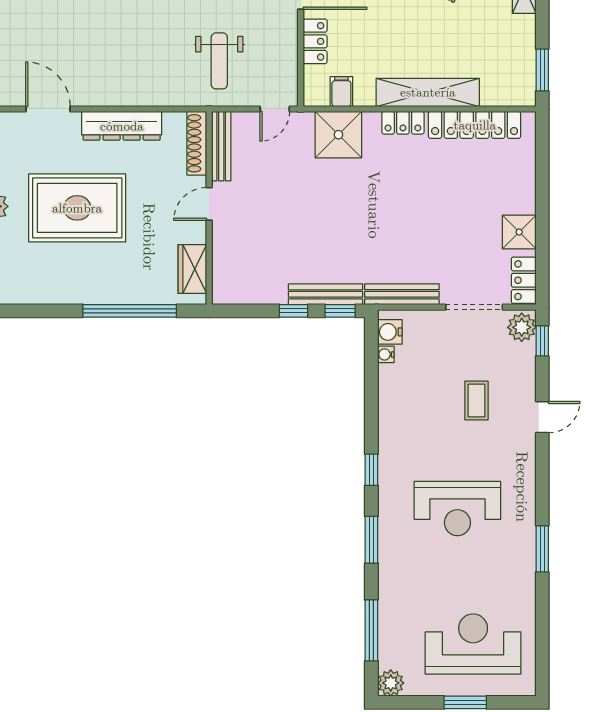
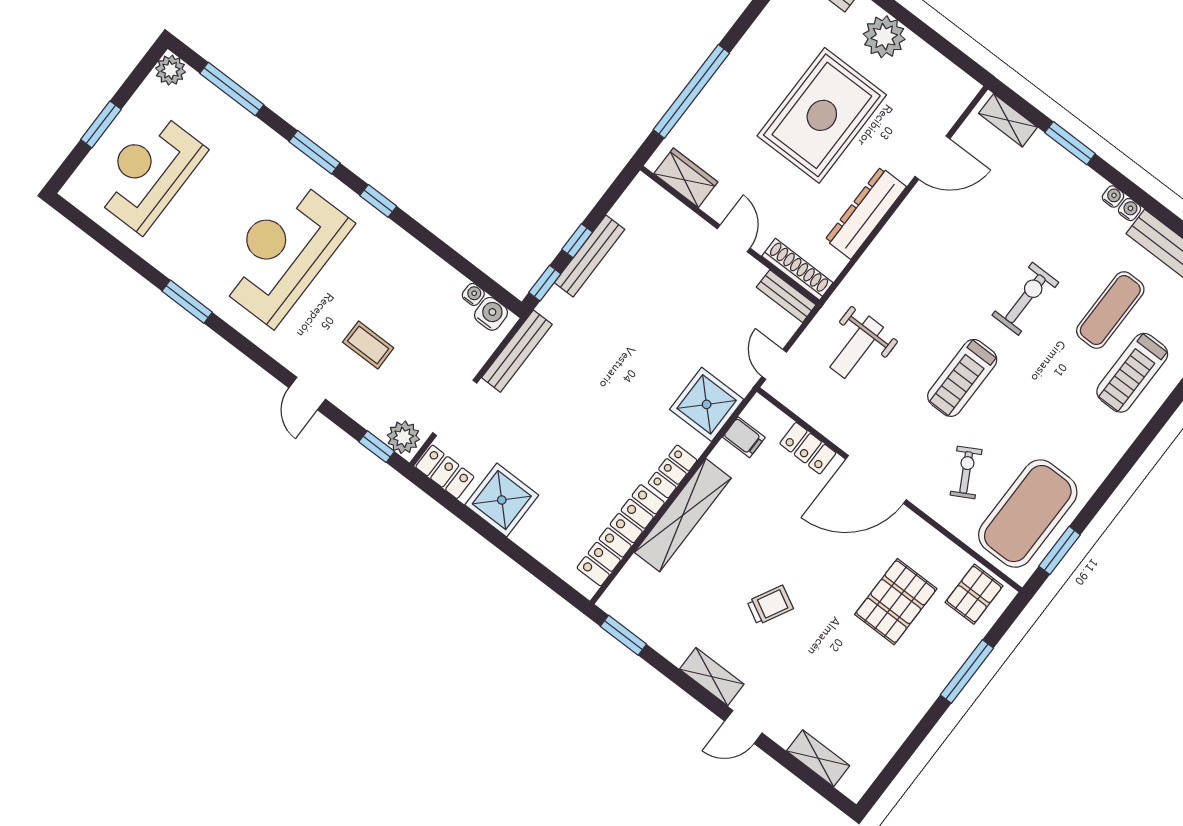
weight bench: (219, 61) -> (857, 347), turned -90
bench: (221, 146) -> (786, 296), width x0.73
shower: (519, 232) -> (502, 500), width x1.36, depth x1.36
bench: (325, 294) -> (590, 256), moved
reception desk: (457, 509) -> (283, 252), width x1.36, depth x1.30
reception desk: (473, 644) -> (149, 172), turned 180

